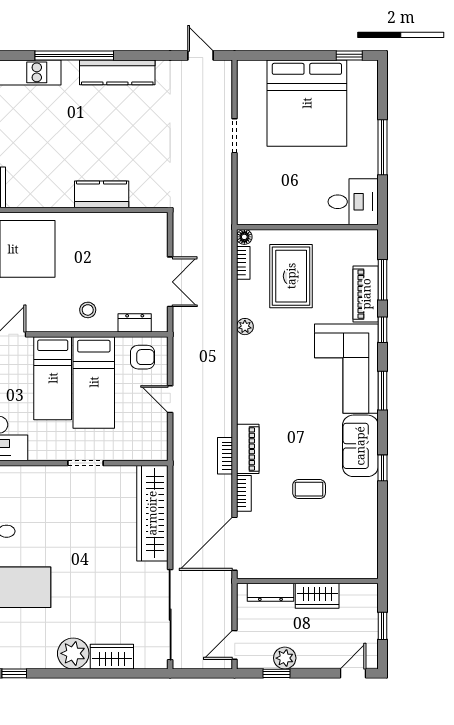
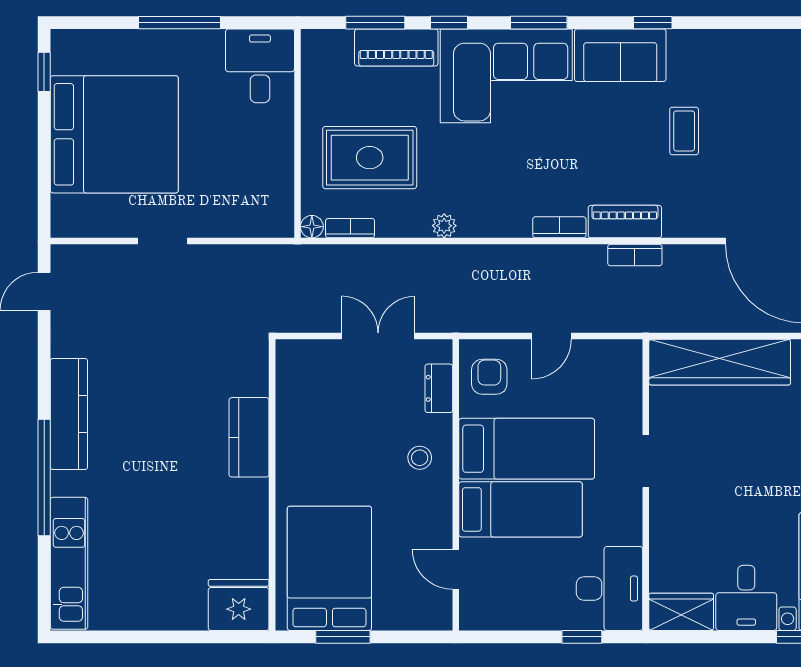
bookcase: (244, 493) -> (559, 227), moved

